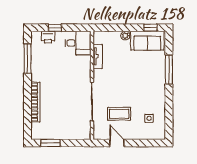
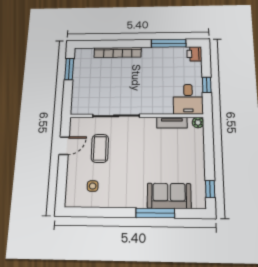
window: (55, 28) -> (207, 85), moved
plant: (125, 36) -> (198, 122), moved
printer: (48, 37) -> (194, 54), moved
sofa: (147, 41) -> (169, 196), moved, turned 90

